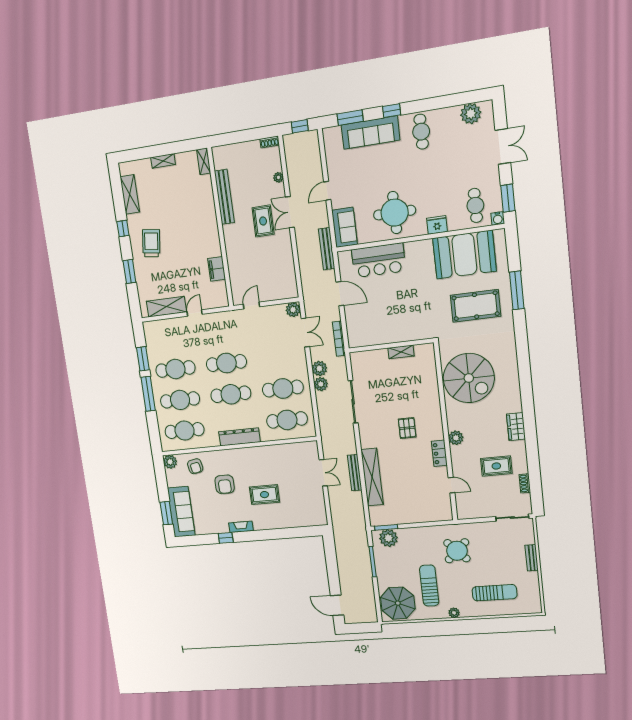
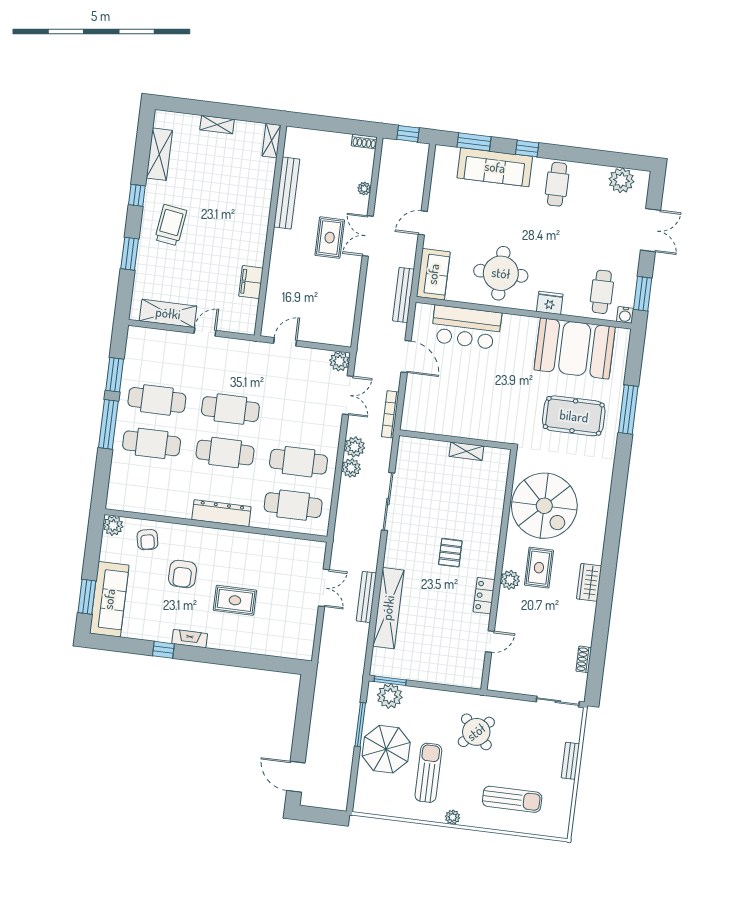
cafe table: (185, 431) -> (146, 487), removed
rug: (496, 466) -> (539, 568), moved, turned 90
door: (452, 485) -> (490, 642), hinge flipped
parasol: (398, 603) -> (386, 749), moved

